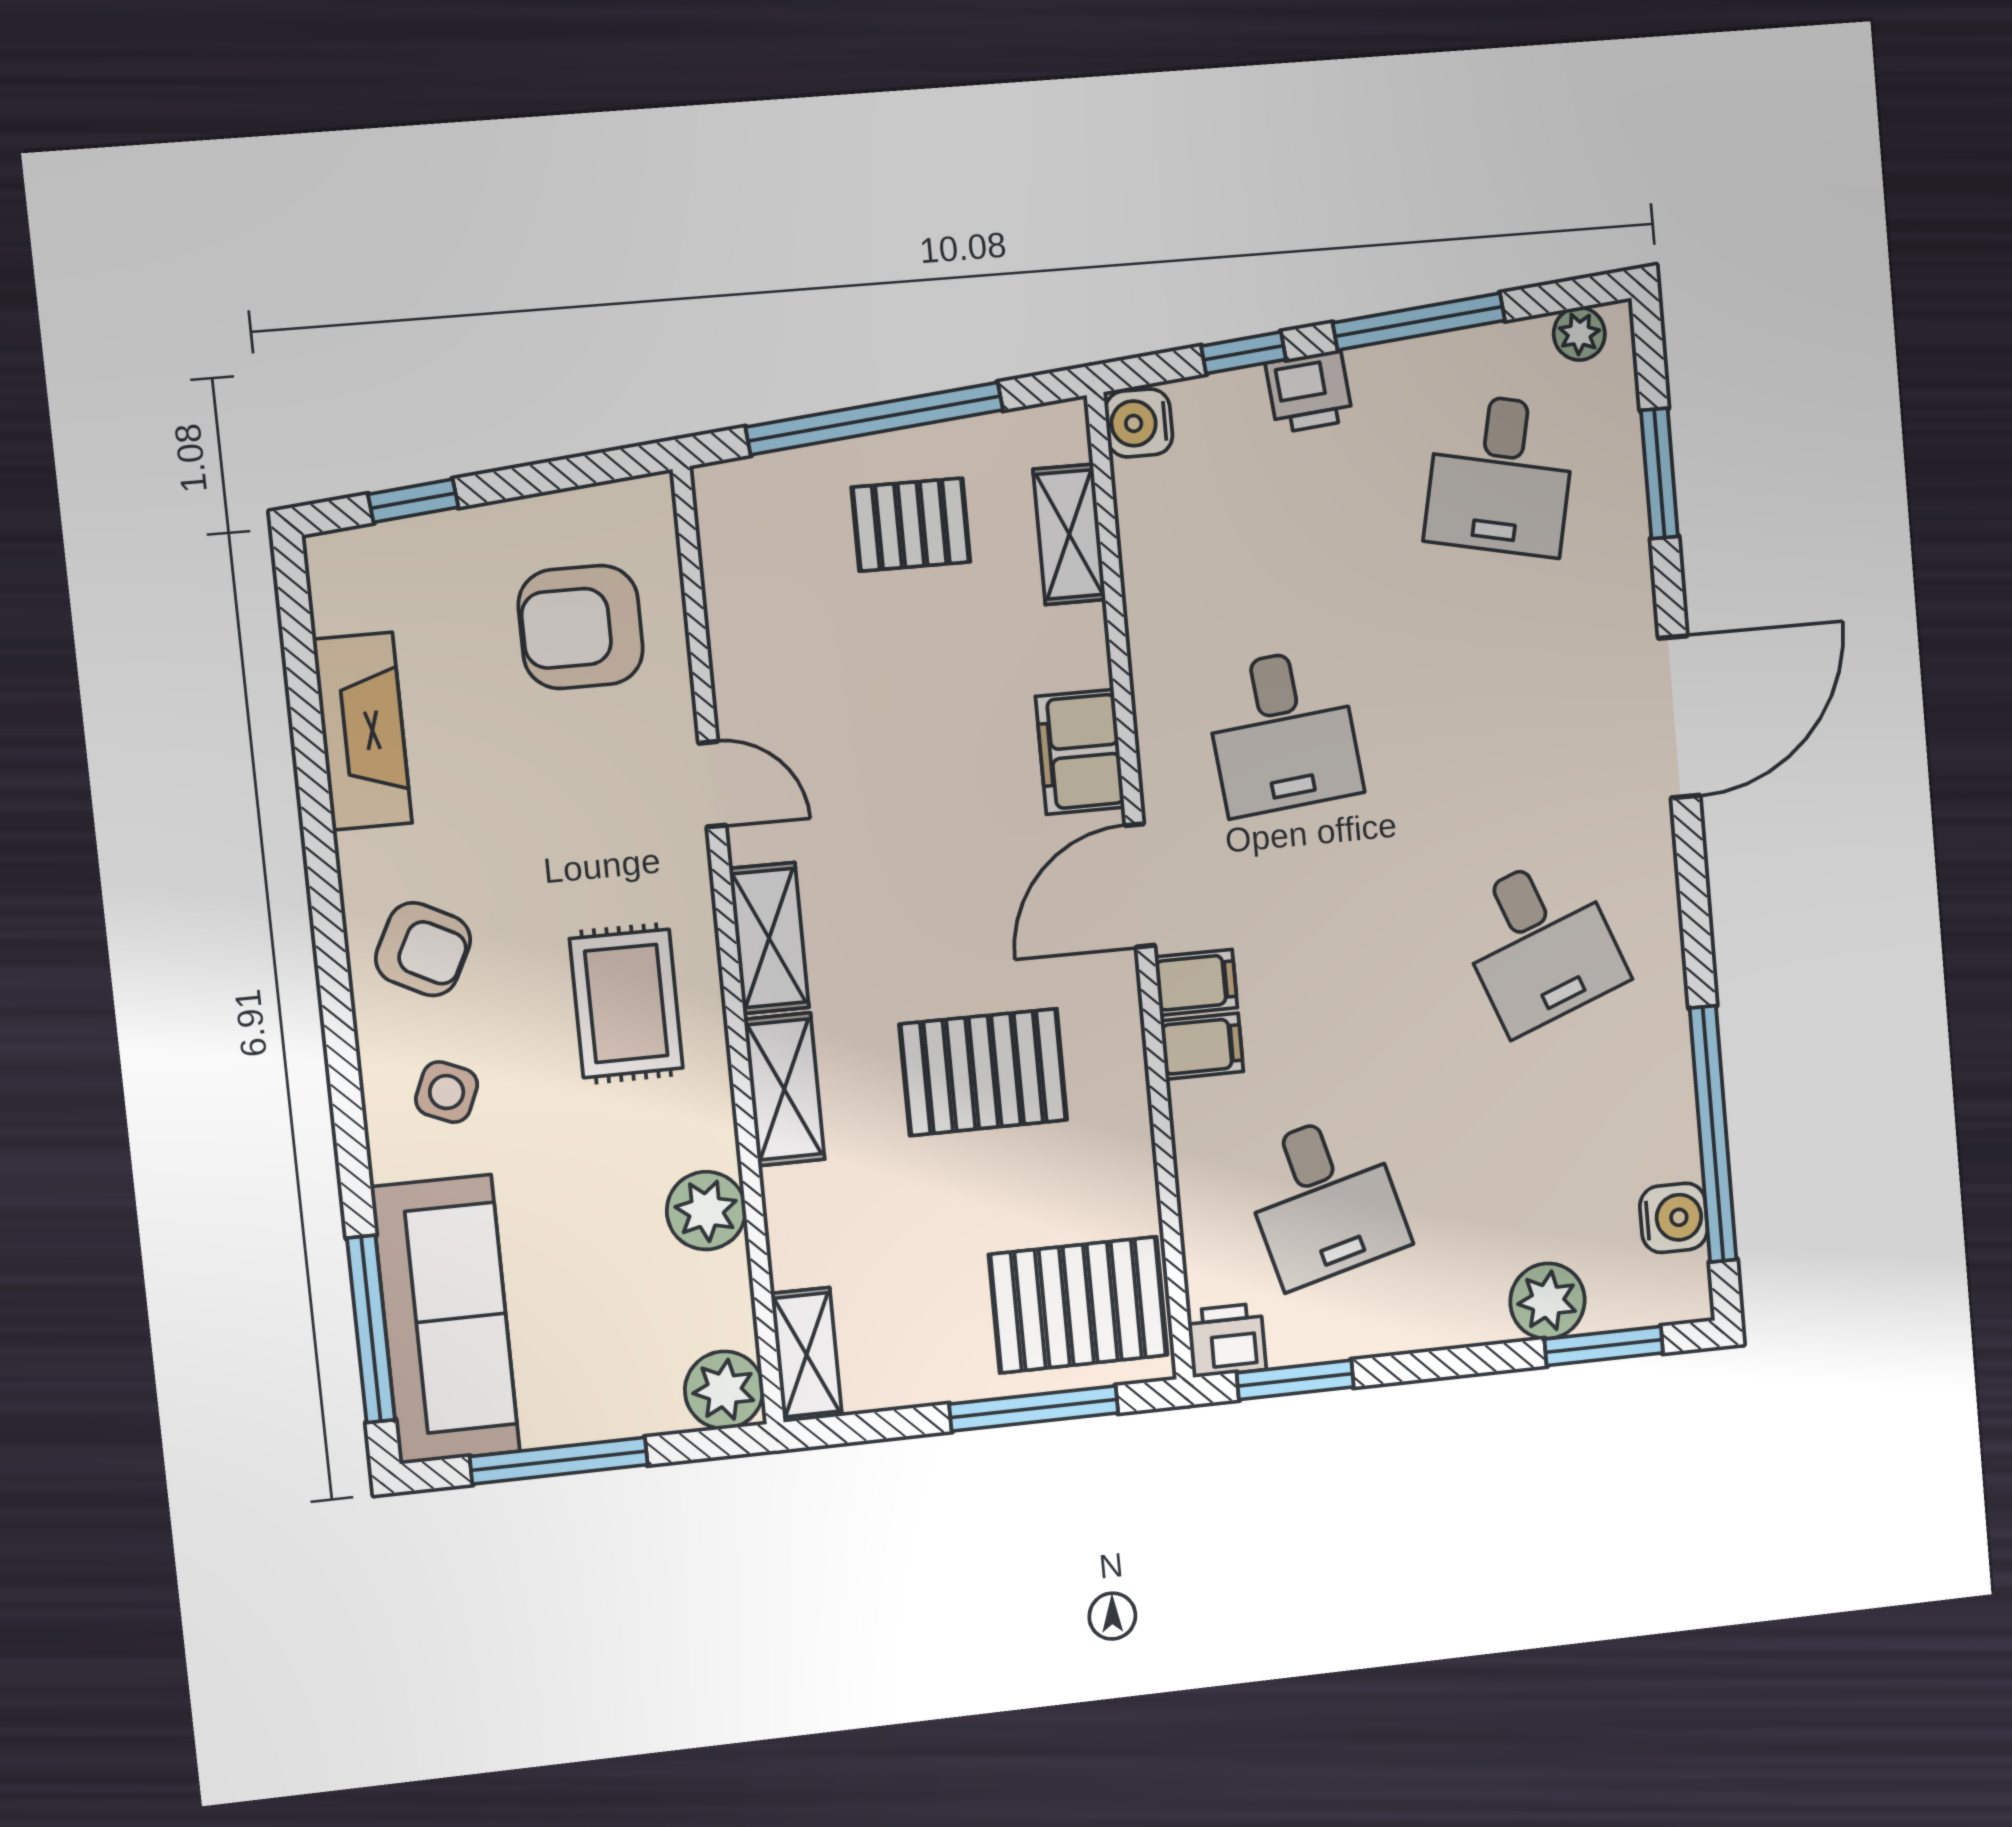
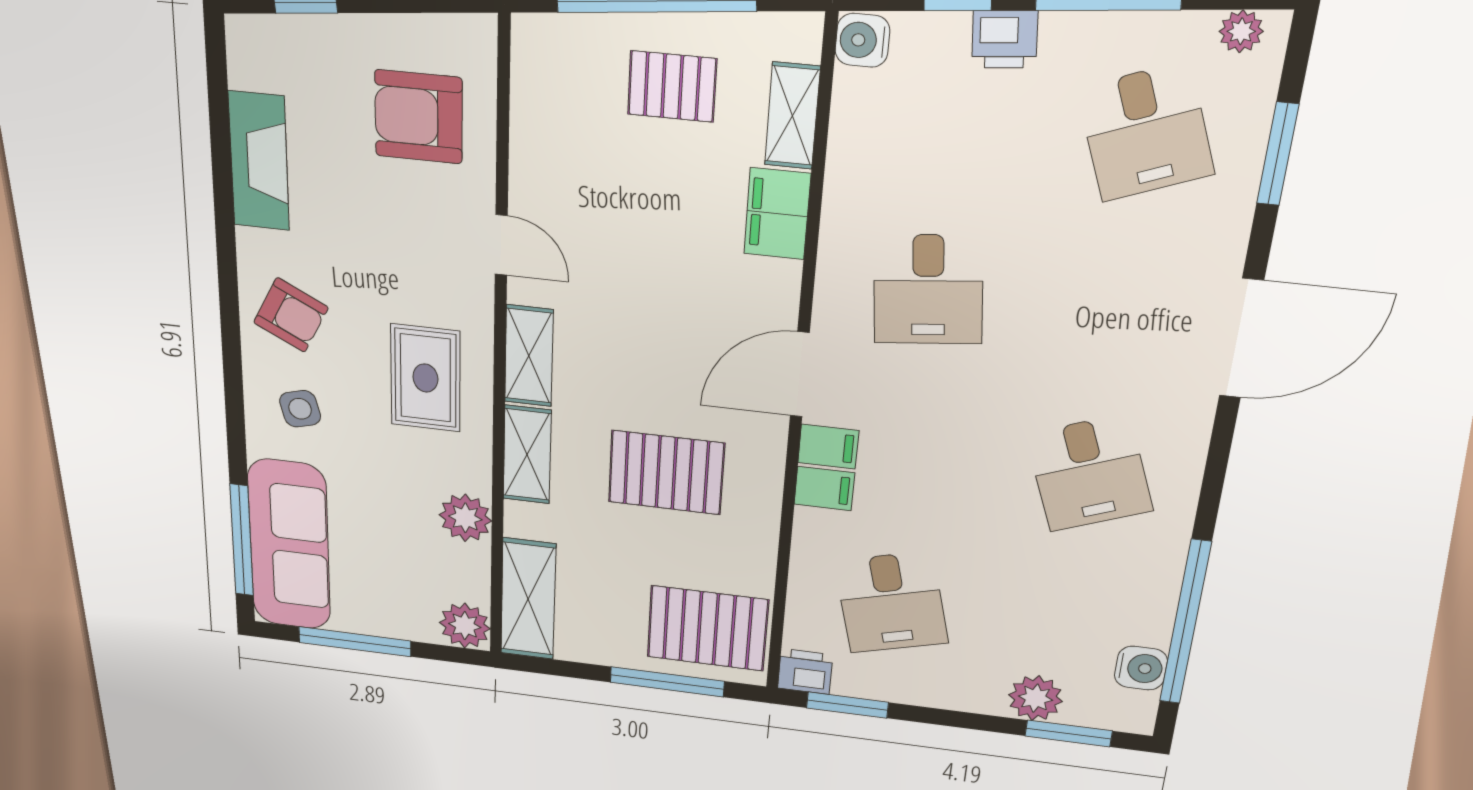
desk: (1500, 475) -> (1146, 132), turned -33
filing cabinet: (1080, 752) -> (777, 214), moved
side table: (447, 1092) -> (300, 409), turned -38
shelving: (807, 1355) -> (528, 599), width x1.50, depth x1.33

